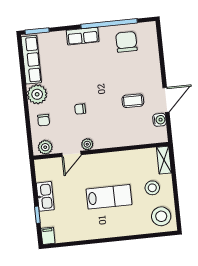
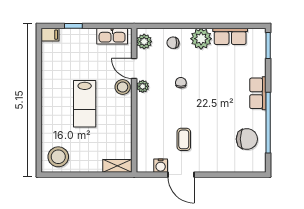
row of seats: (31, 60) -> (230, 36), width x0.68
stool: (152, 188) -> (123, 87), moved
kitchen sink: (45, 196) -> (112, 36), moved

